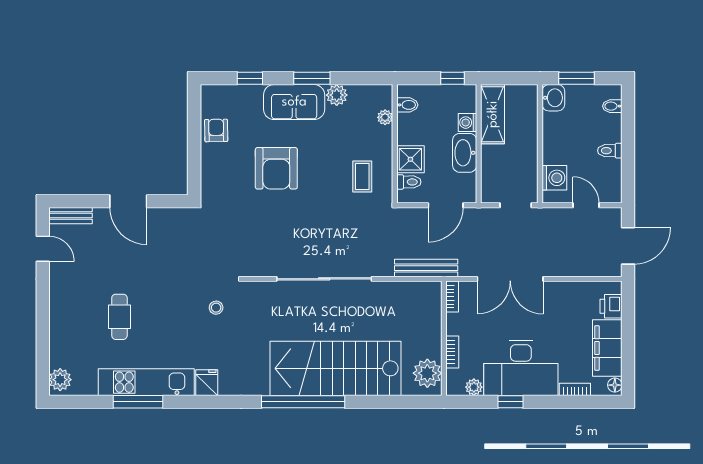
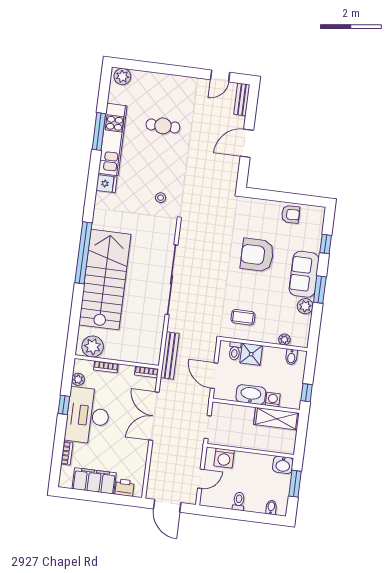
floor lamp: (615, 385) -> (66, 483), removed

